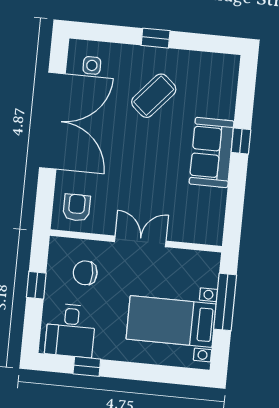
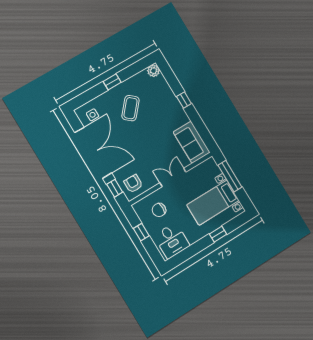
plant: (228, 65) -> (153, 71), added
sofa: (212, 152) -> (192, 142), moved
window: (45, 194) -> (115, 188), added
window: (87, 366) -> (218, 234), moved

